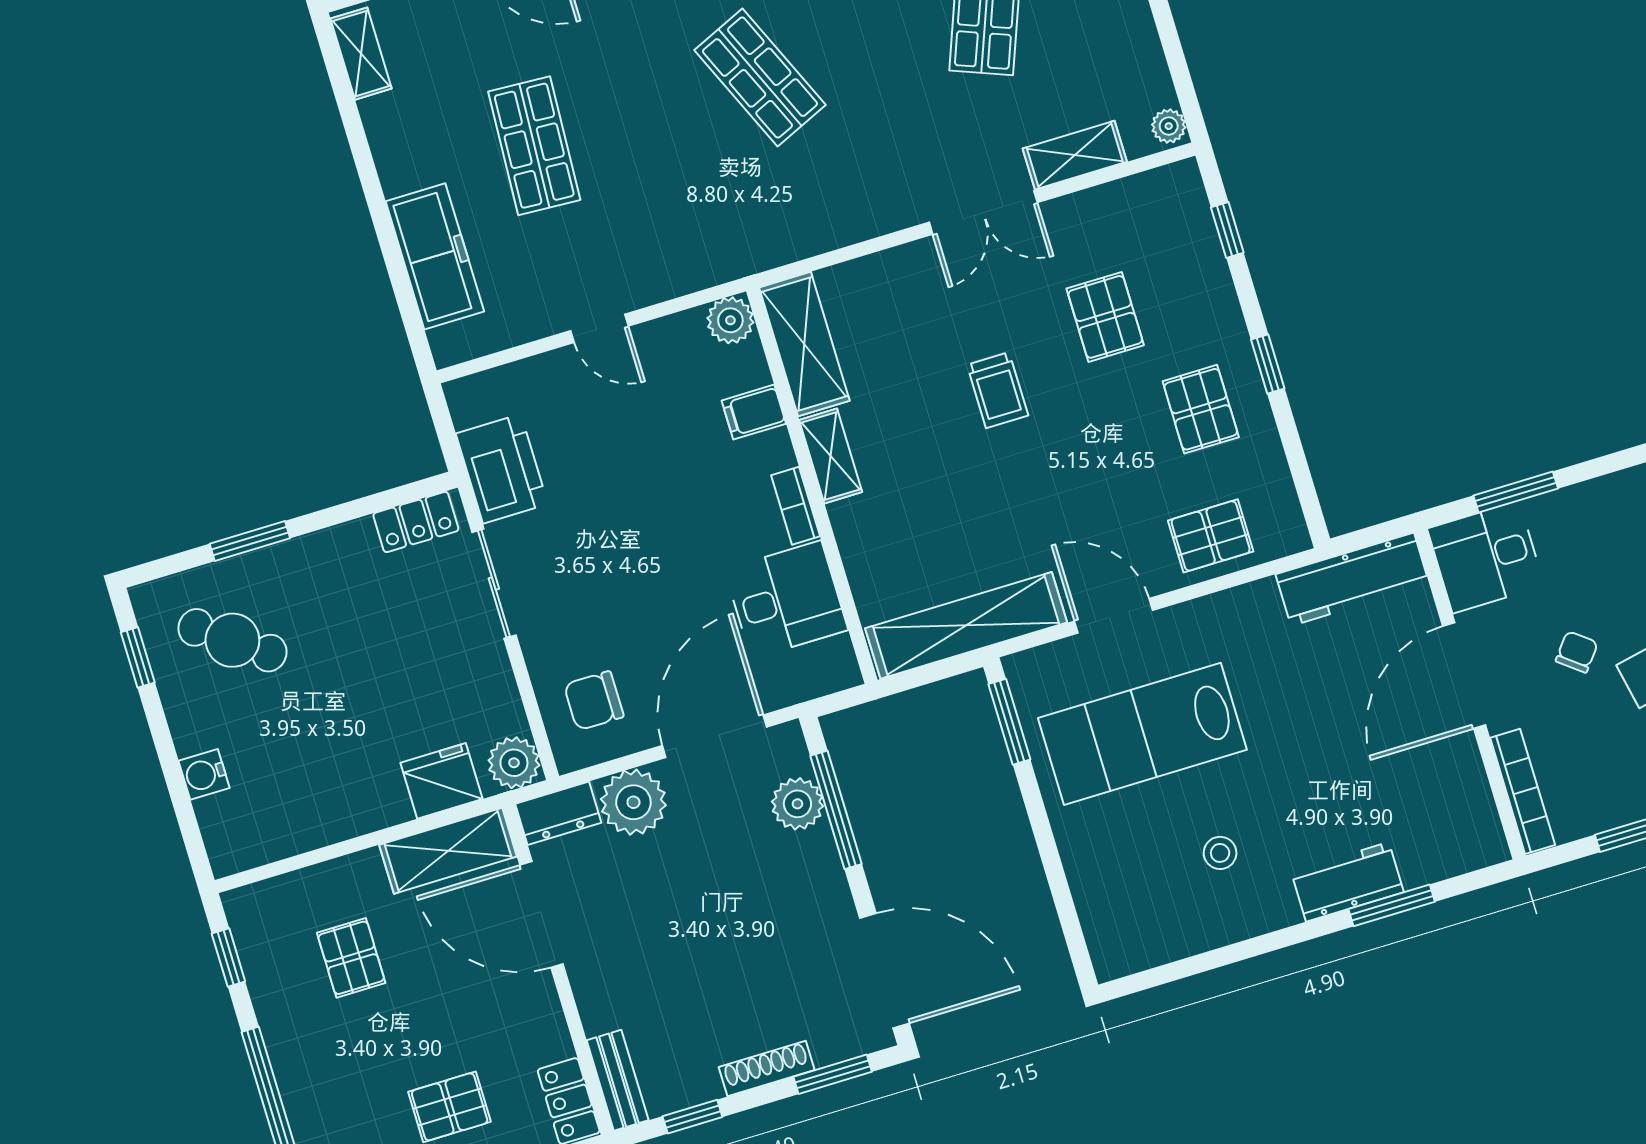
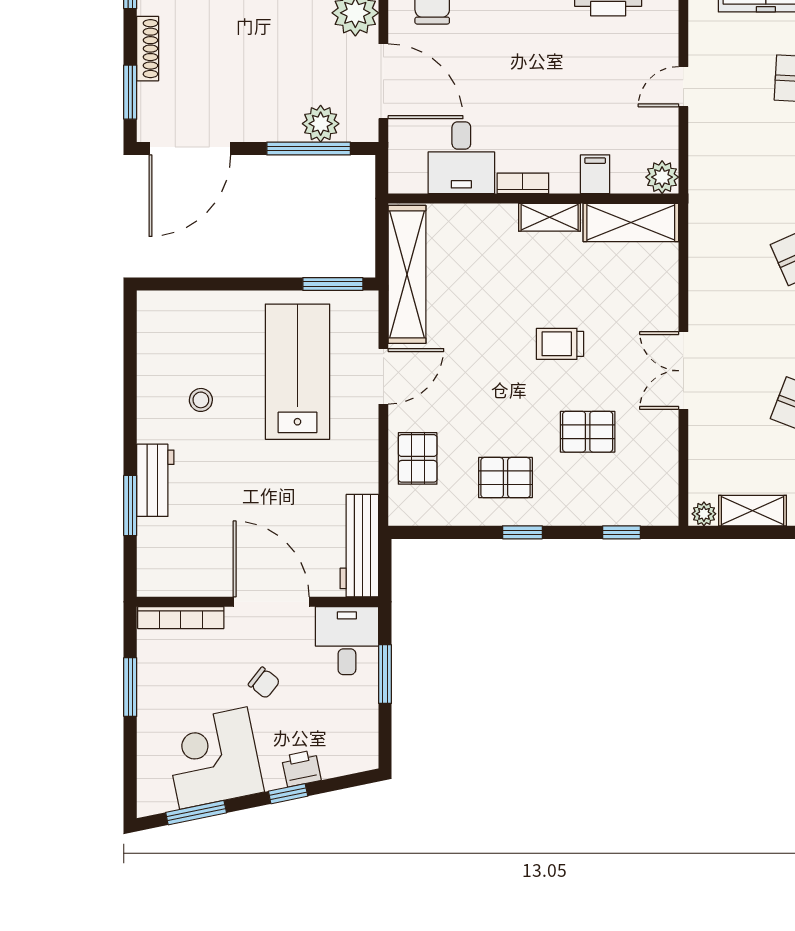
shelving: (1075, 155) -> (753, 511), moved, turned 90

